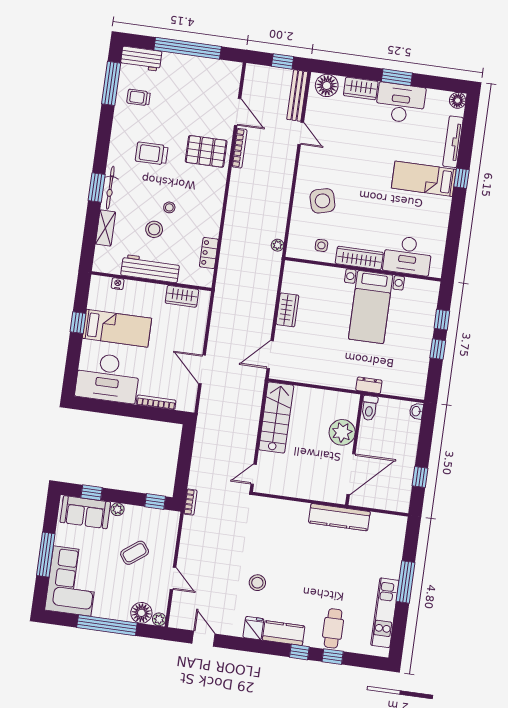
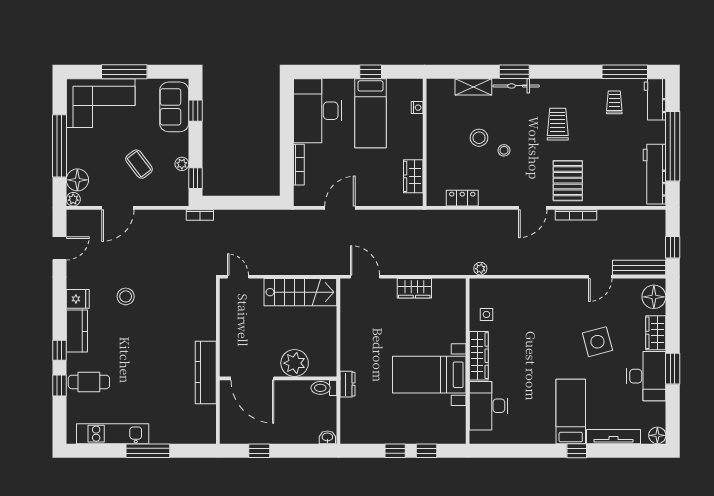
door: (238, 112) -> (533, 208), moved
side table: (322, 201) -> (597, 342), moved
workbench: (150, 269) -> (654, 174), moved, turned 180
plant: (117, 509) -> (182, 164), moved
door: (173, 578) -> (118, 208), width x1.38

